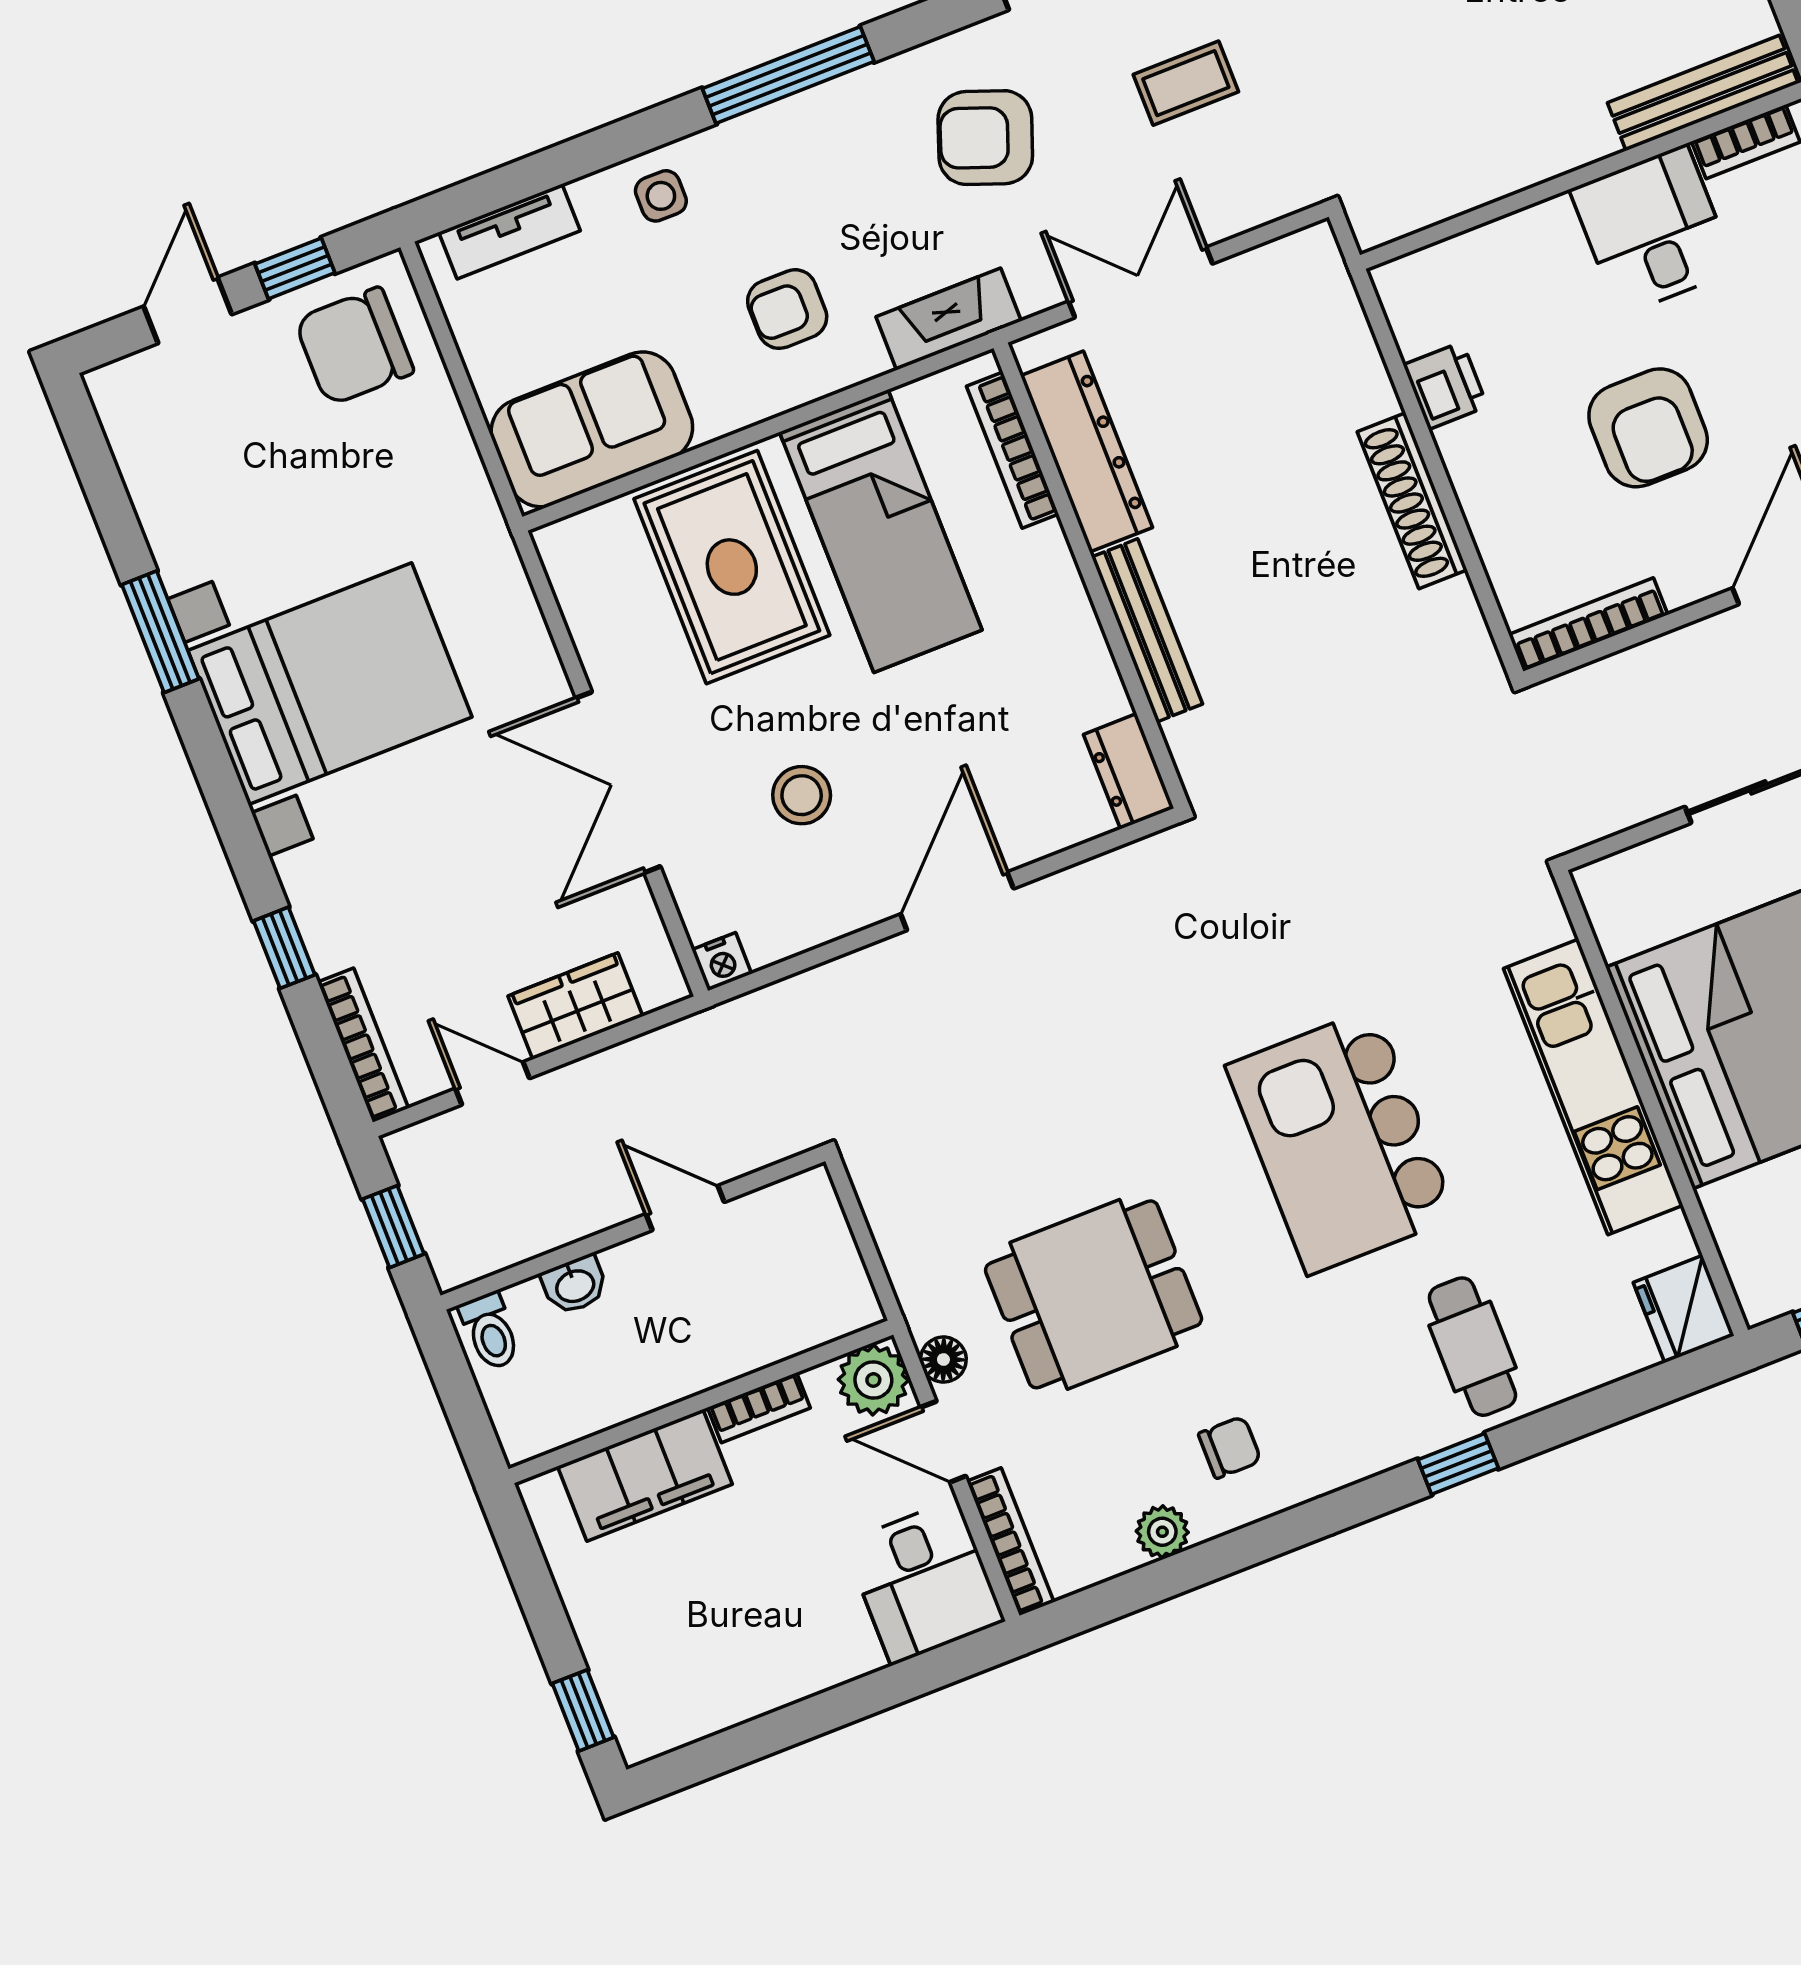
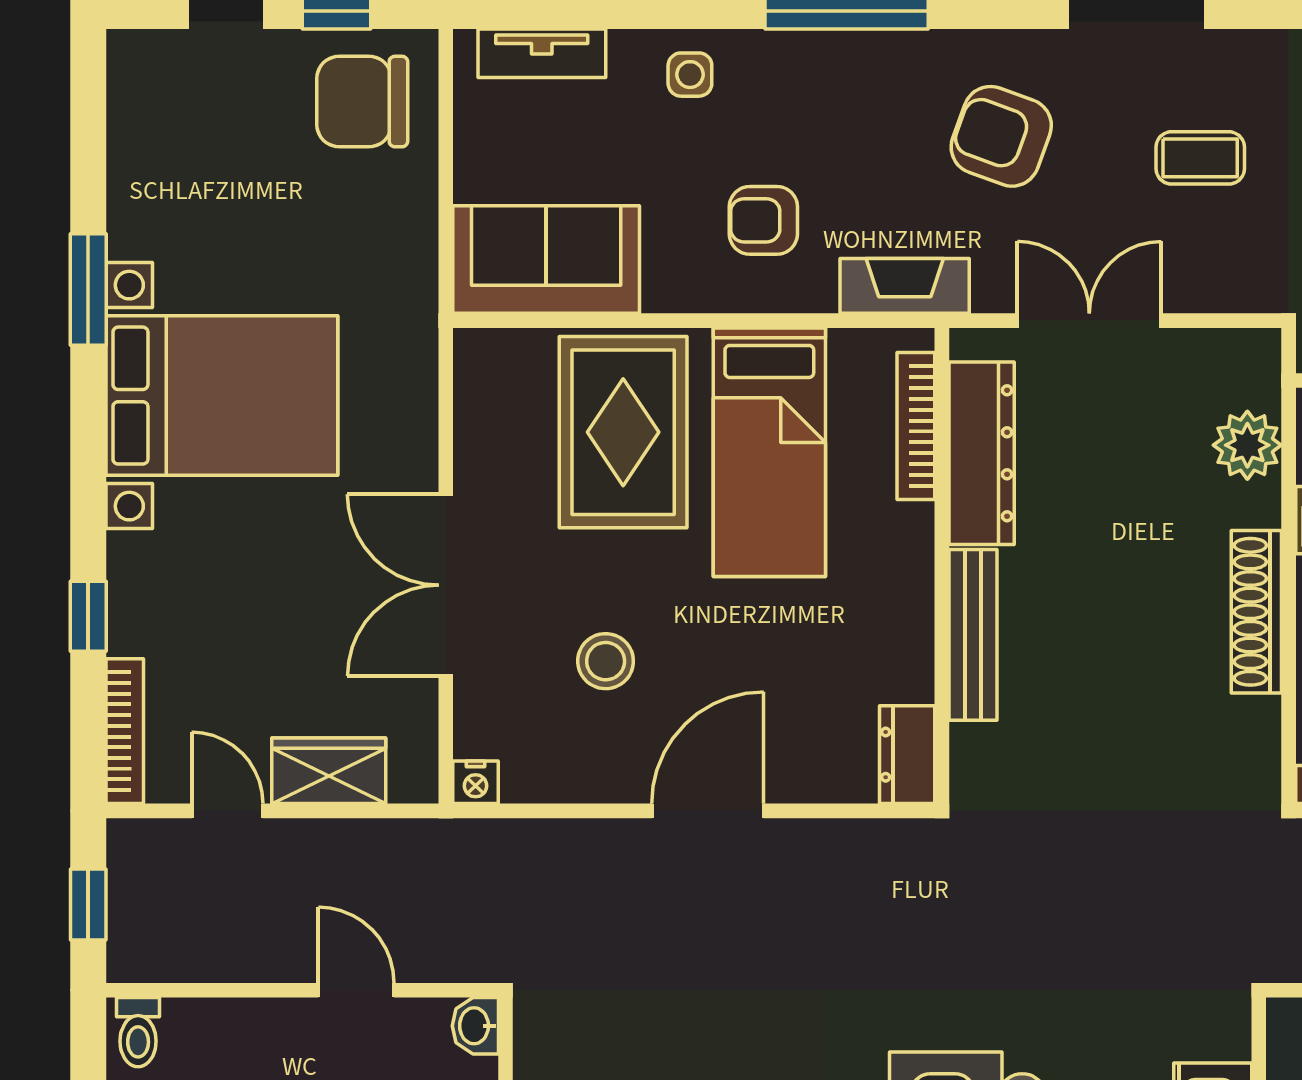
plant: (1340, 343) -> (1247, 445), added
washbasin: (575, 1285) -> (475, 1026), moved, turned 90

